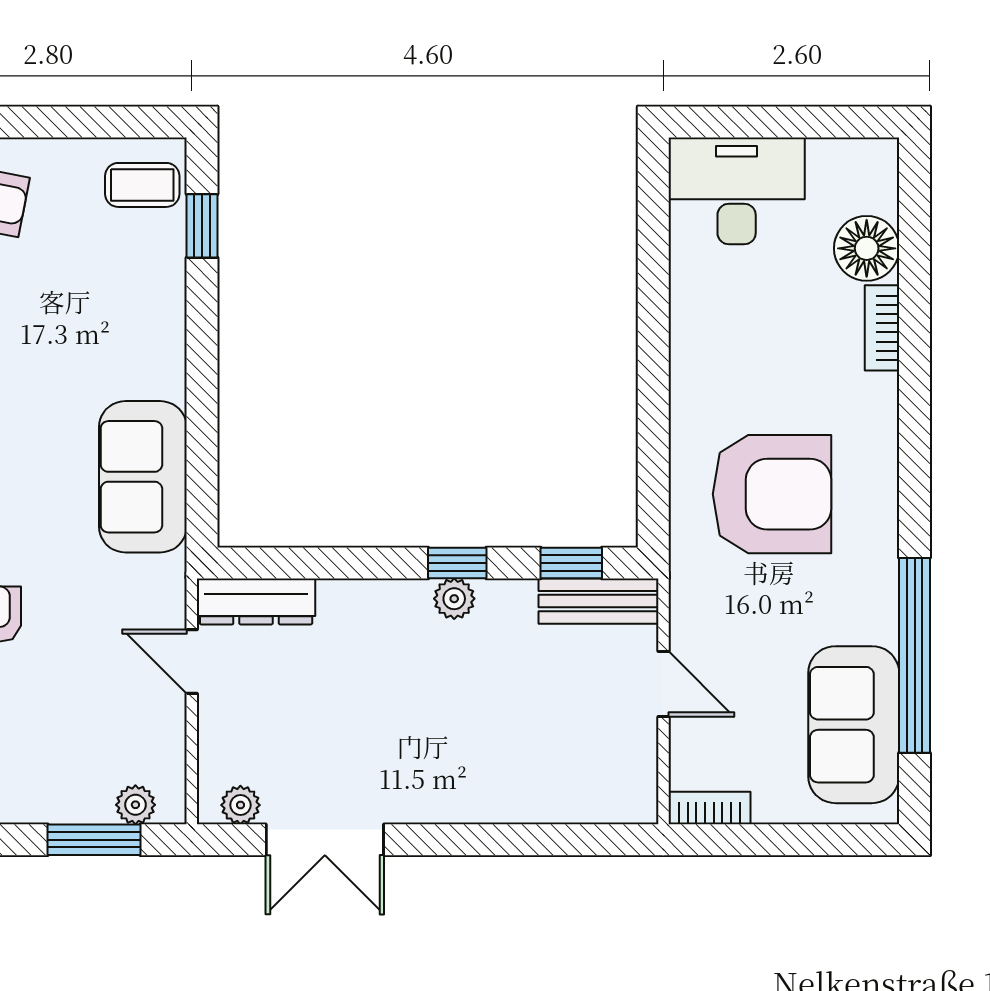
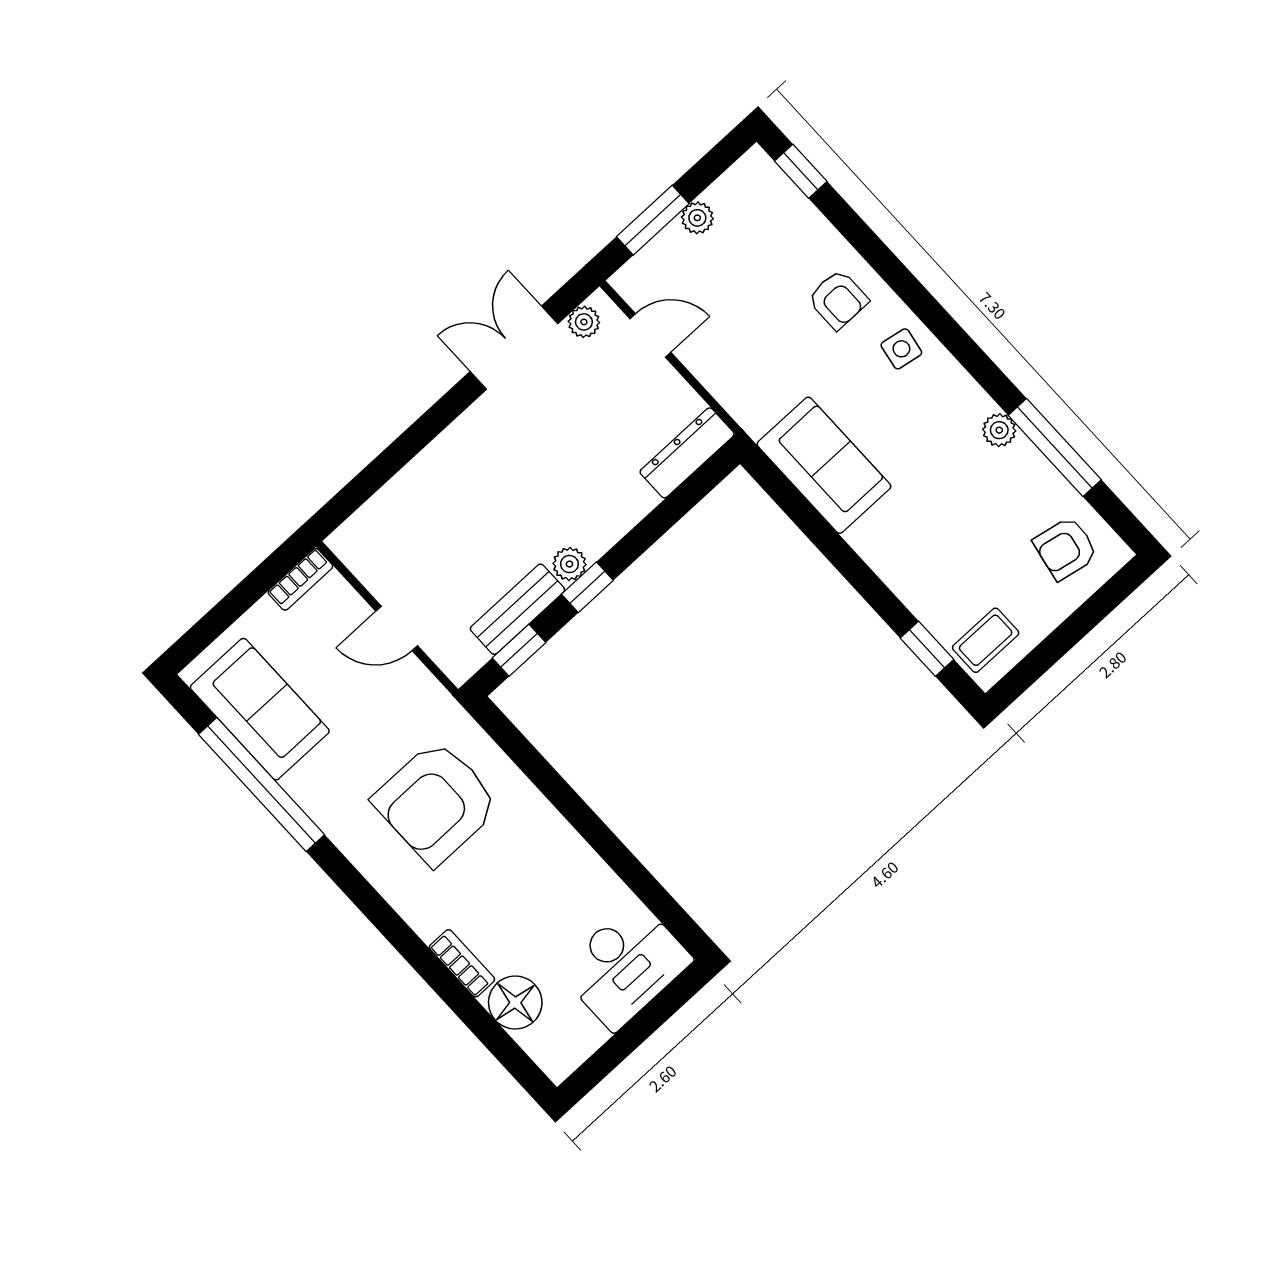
bench: (598, 601) -> (517, 609), moved
door: (192, 661) -> (650, 335), moved
plant: (135, 805) -> (697, 218), moved

